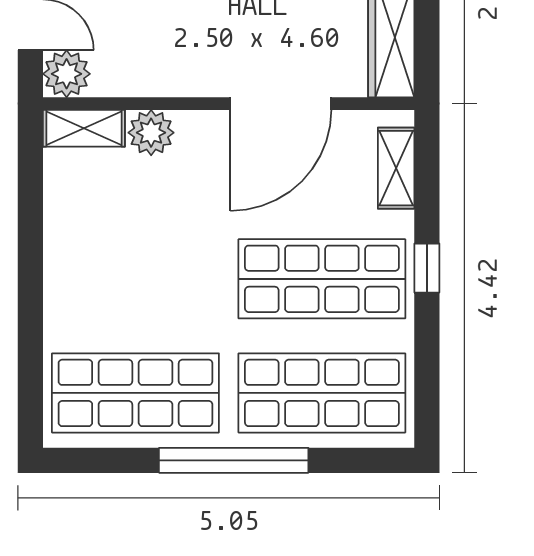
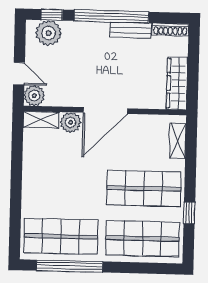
door: (281, 104) -> (105, 110), moved
window: (427, 268) -> (189, 213), moved
window: (234, 460) -> (70, 266), moved

